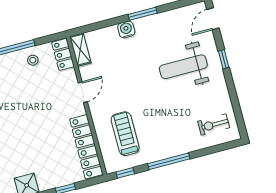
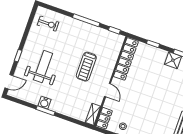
water cooler: (126, 29) -> (45, 103), moved
weight bench: (183, 67) -> (43, 67), turned -90
door: (83, 92) -> (107, 90), swing flipped
treadmill: (125, 134) -> (86, 67), moved

